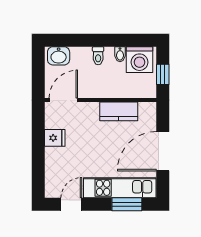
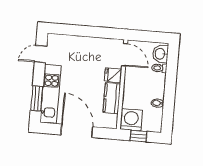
toilet: (98, 56) -> (159, 68), moved
washing machine: (140, 60) -> (131, 120), moved, turned 90
fridge: (55, 138) -> (113, 75), moved, turned 90
door: (71, 204) -> (41, 54), swing flipped

